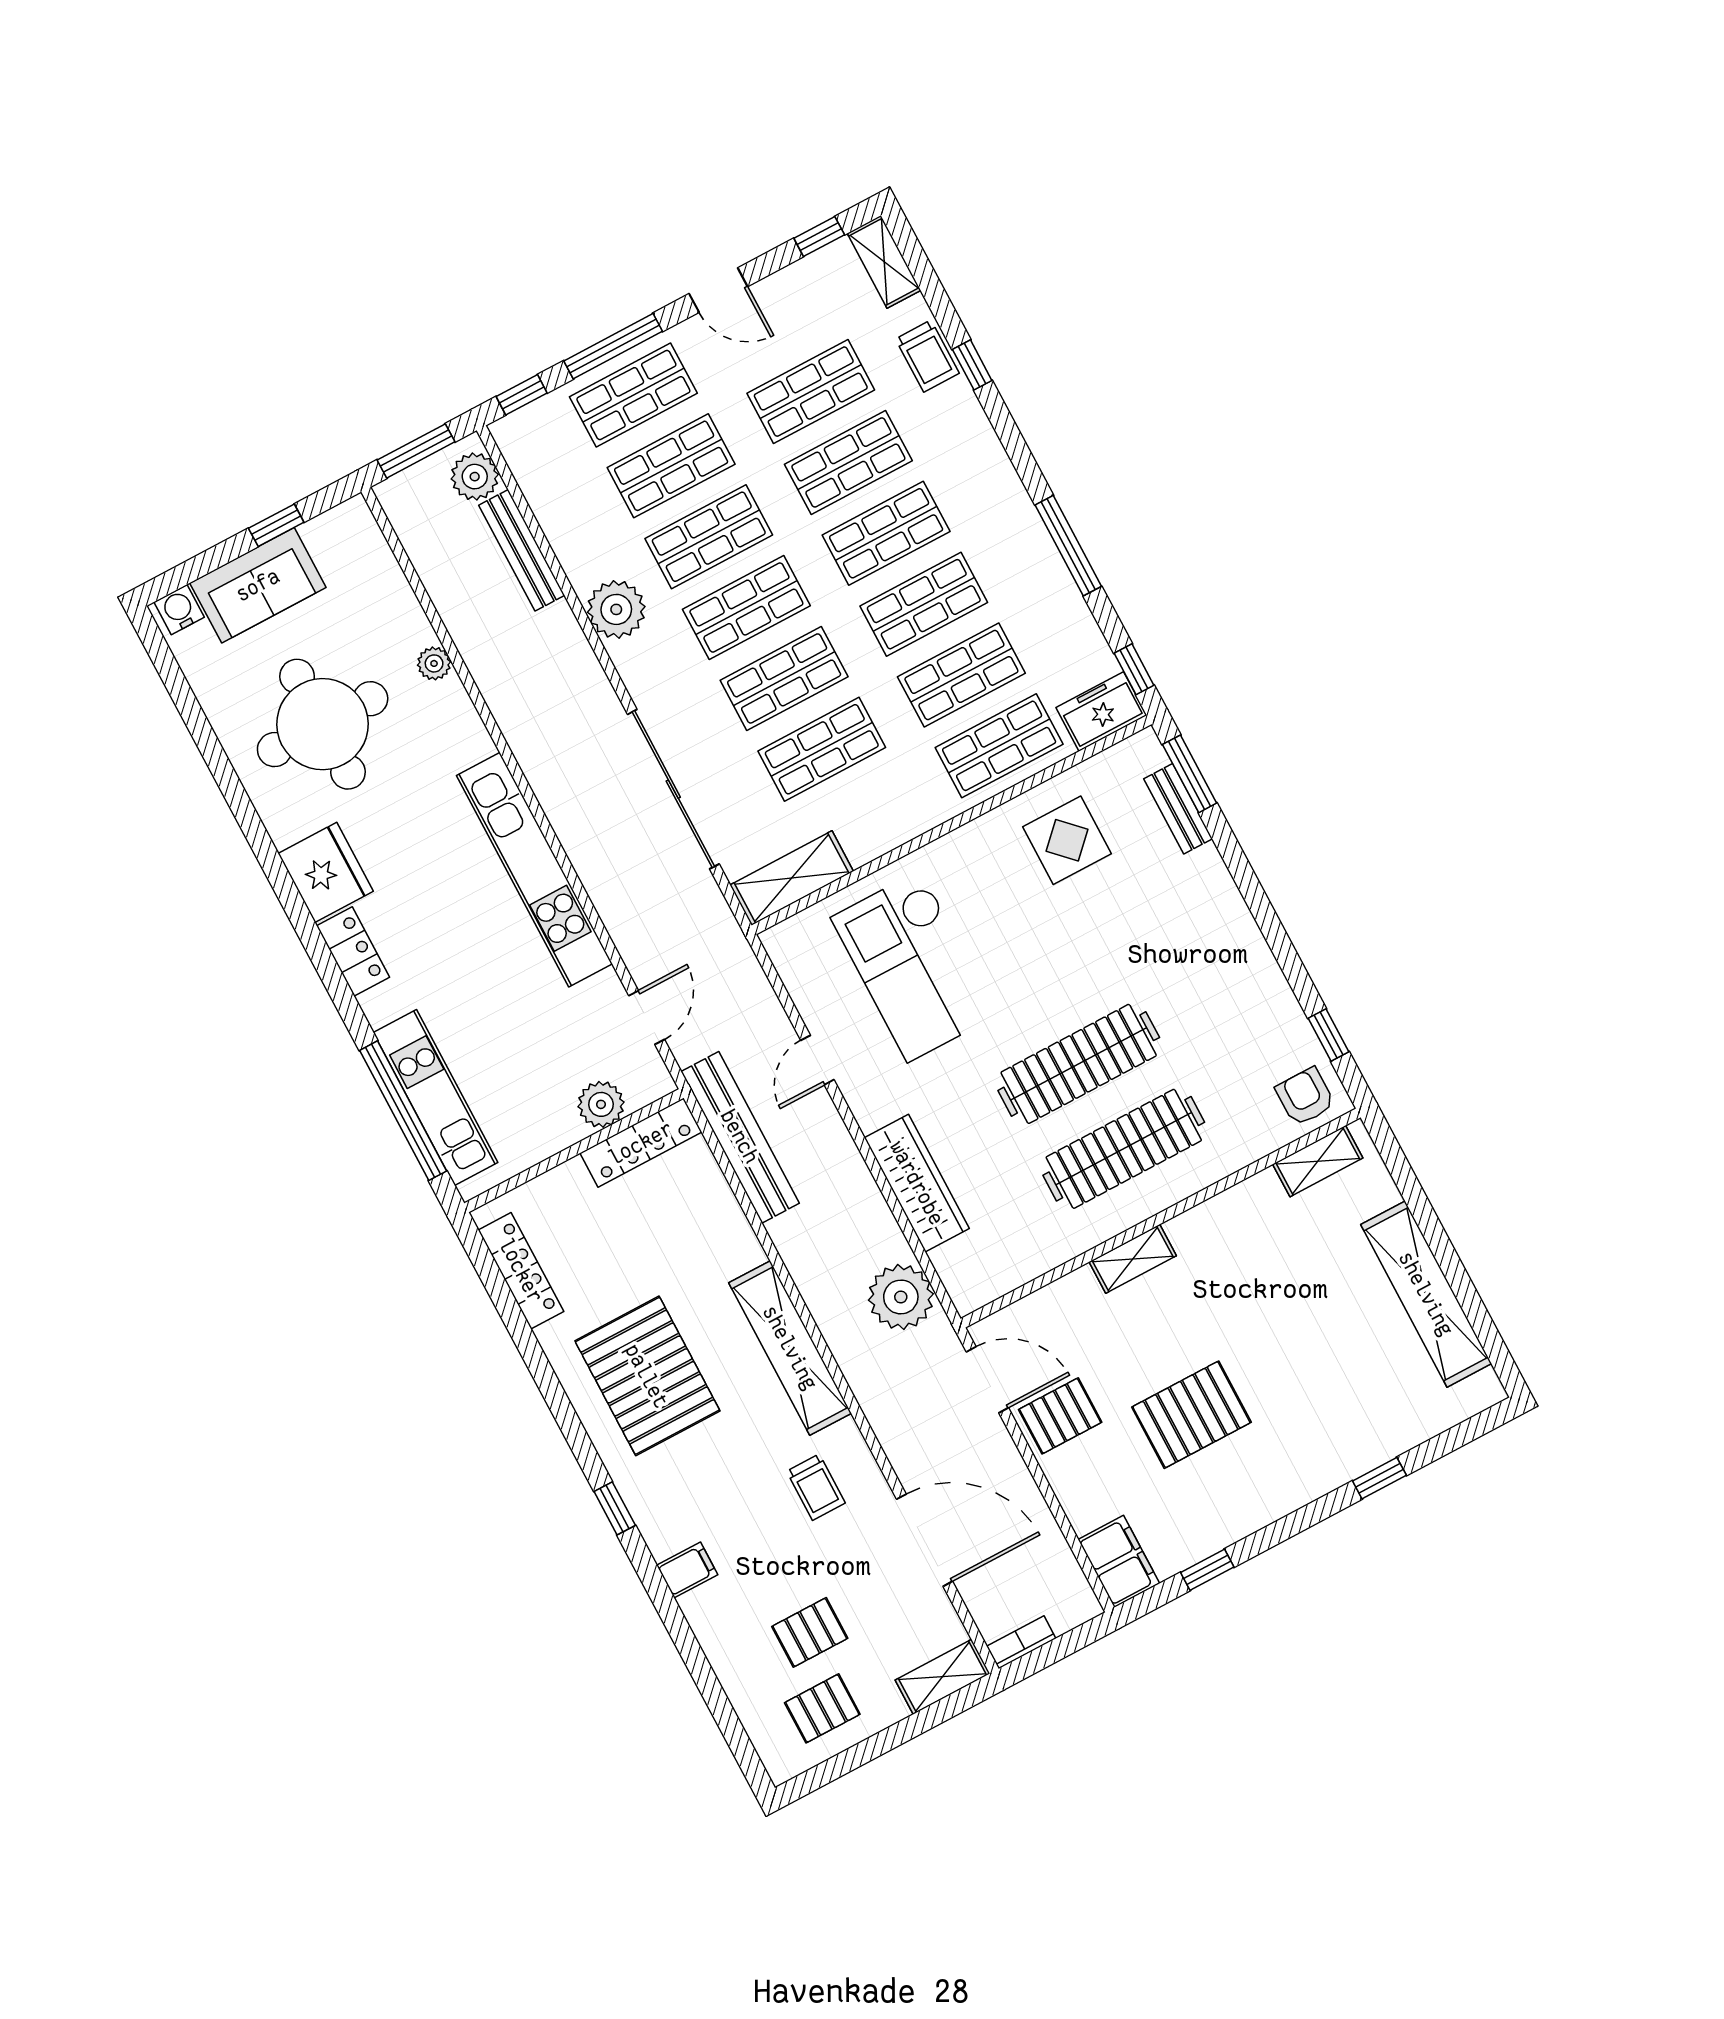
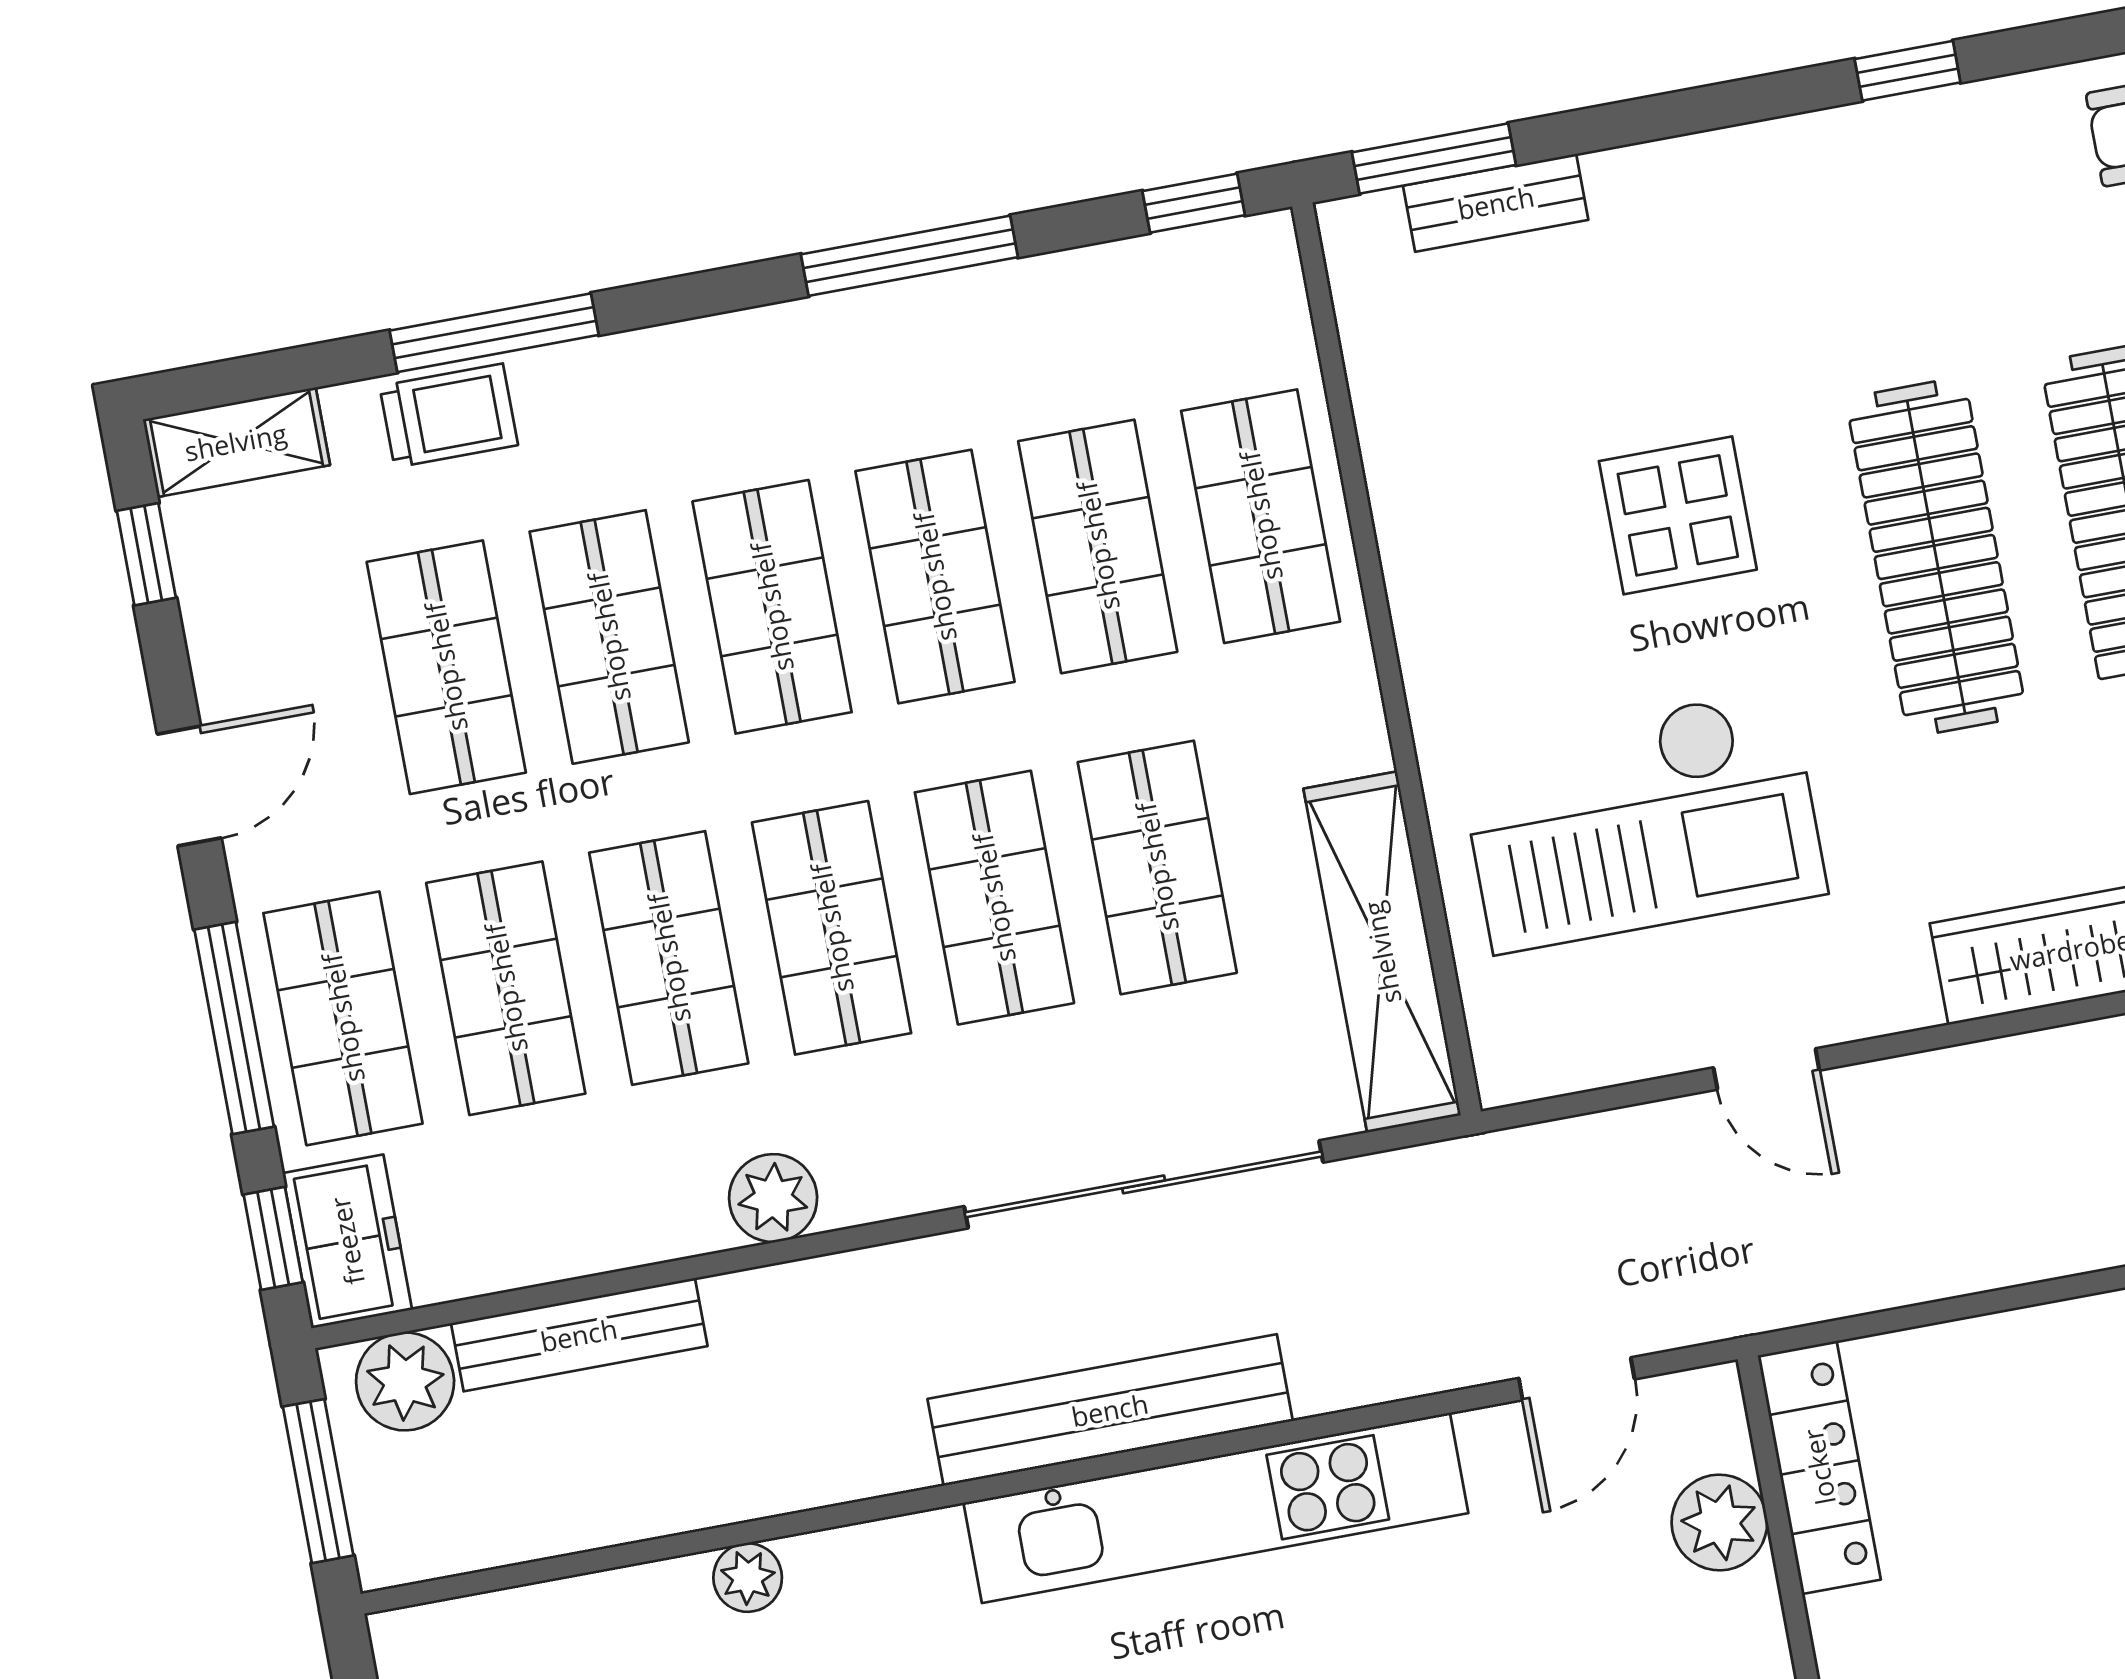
window: (972, 365) -> (494, 333), width x2.17
plant: (616, 609) -> (773, 1198), width x0.73, depth x0.73
freezer: (1101, 711) -> (347, 1241), moved, turned 180
display table: (1067, 840) -> (1678, 515), moved
shelving: (792, 878) -> (1382, 952), width x1.47
door: (647, 1018) -> (1577, 1379), swing flipped
window: (1328, 1035) -> (1908, 71), moved
bench: (740, 1137) -> (1110, 1410), moved

